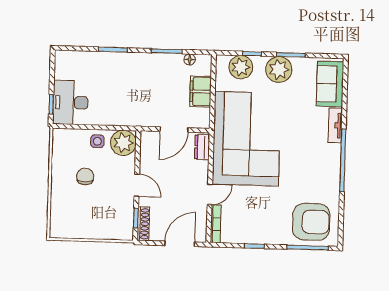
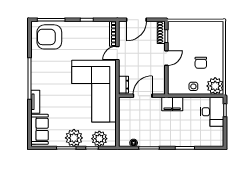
filing cabinet: (201, 91) -> (172, 104), moved, turned 90
plant: (123, 143) -> (215, 86), moved
door: (137, 185) -> (166, 58), swing flipped

